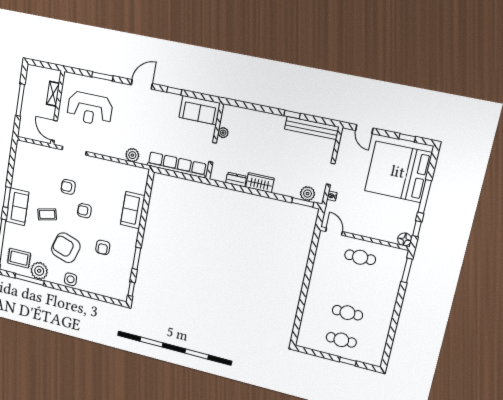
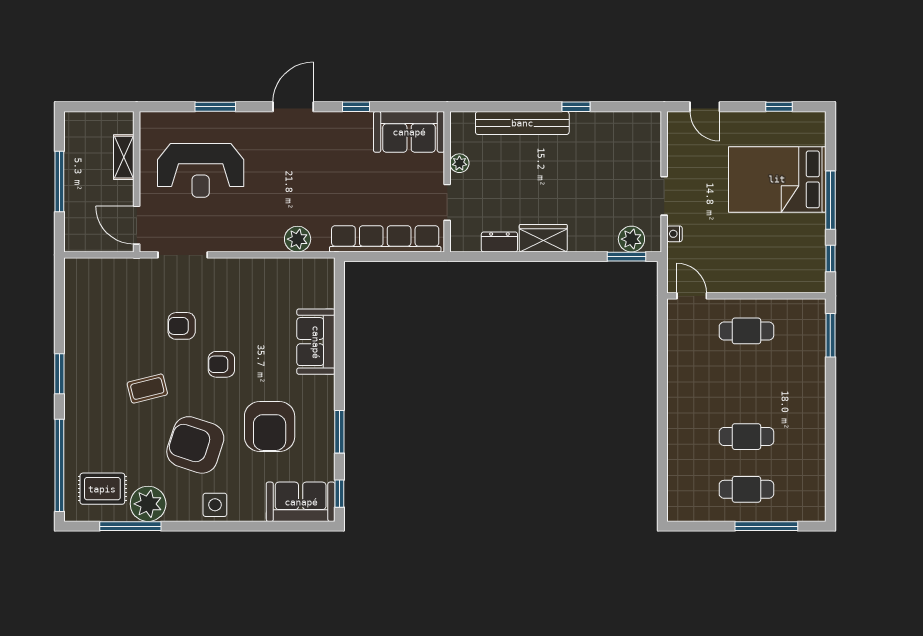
bench: (312, 128) -> (522, 123), moved
bed: (398, 172) -> (777, 179), width x0.73
sofa: (17, 207) -> (301, 502), moved, turned -90
floor lamp: (405, 239) -> (814, 282), removed
armchair: (103, 247) -> (270, 427), width x1.88, depth x1.88
window: (348, 361) -> (766, 526), width x2.17

